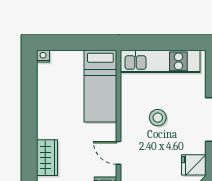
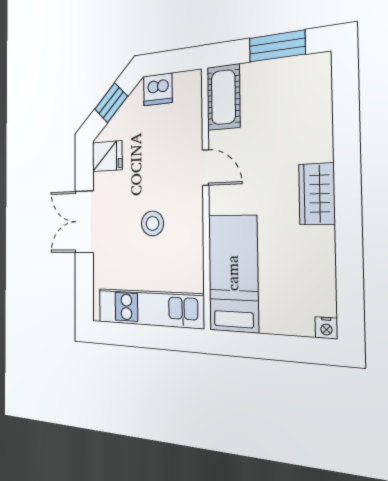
wardrobe: (47, 158) -> (317, 194), moved

